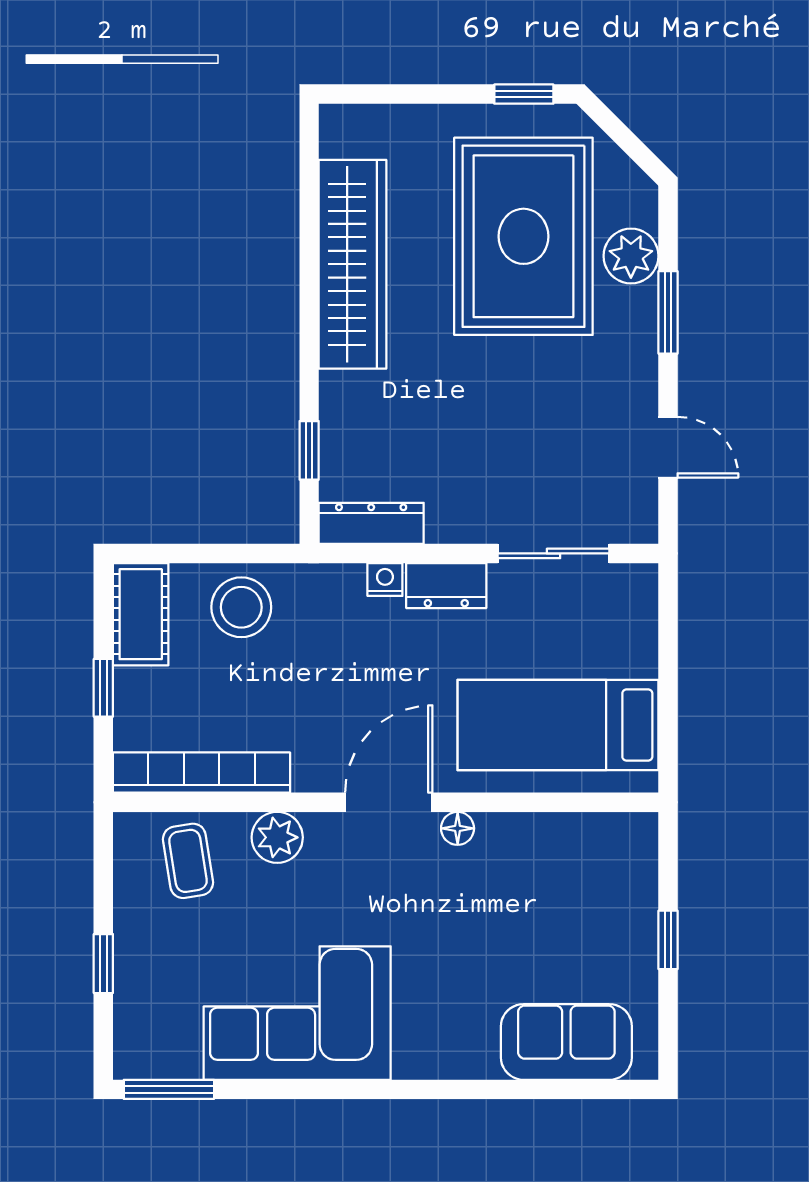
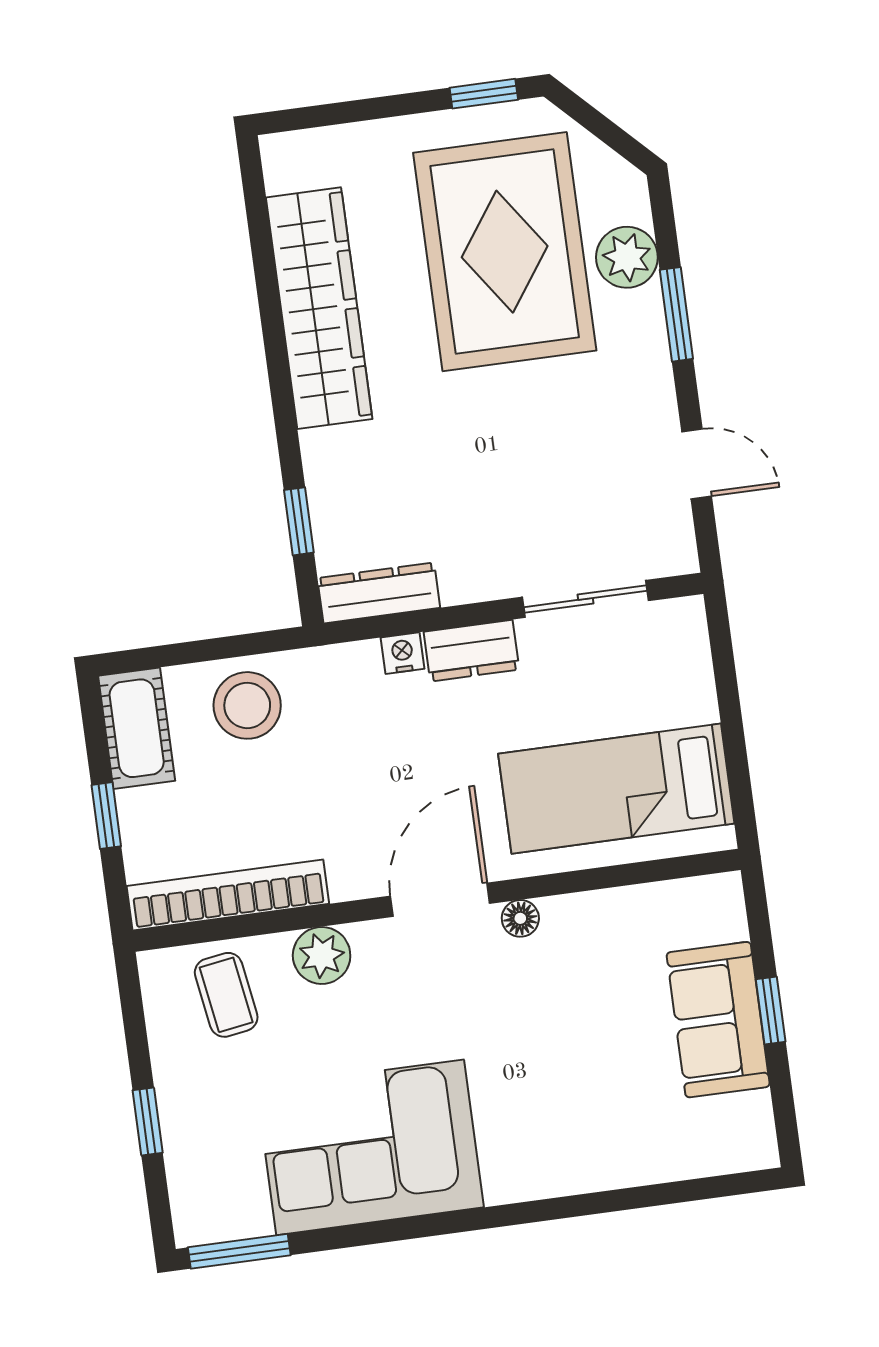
sofa: (566, 1042) -> (718, 1020), moved, turned -90

